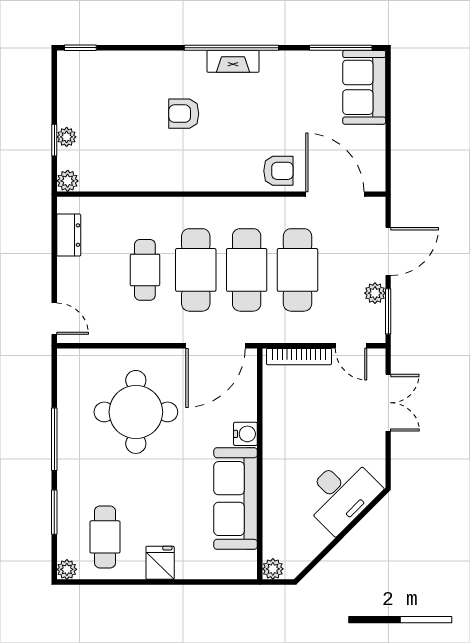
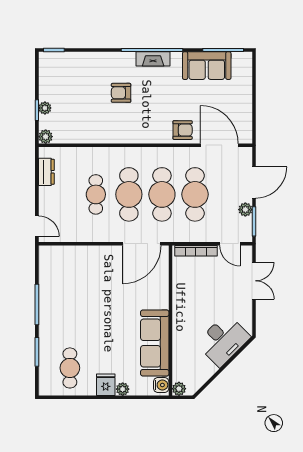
sofa: (364, 87) -> (207, 66), moved, turned -90
round table: (136, 412) -> (90, 287), removed
water cooler: (245, 434) -> (161, 385), moved
plant: (67, 569) -> (123, 389), moved

